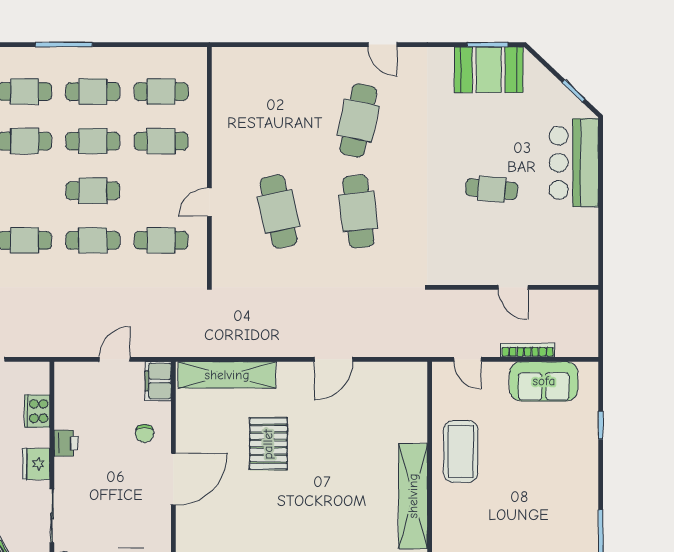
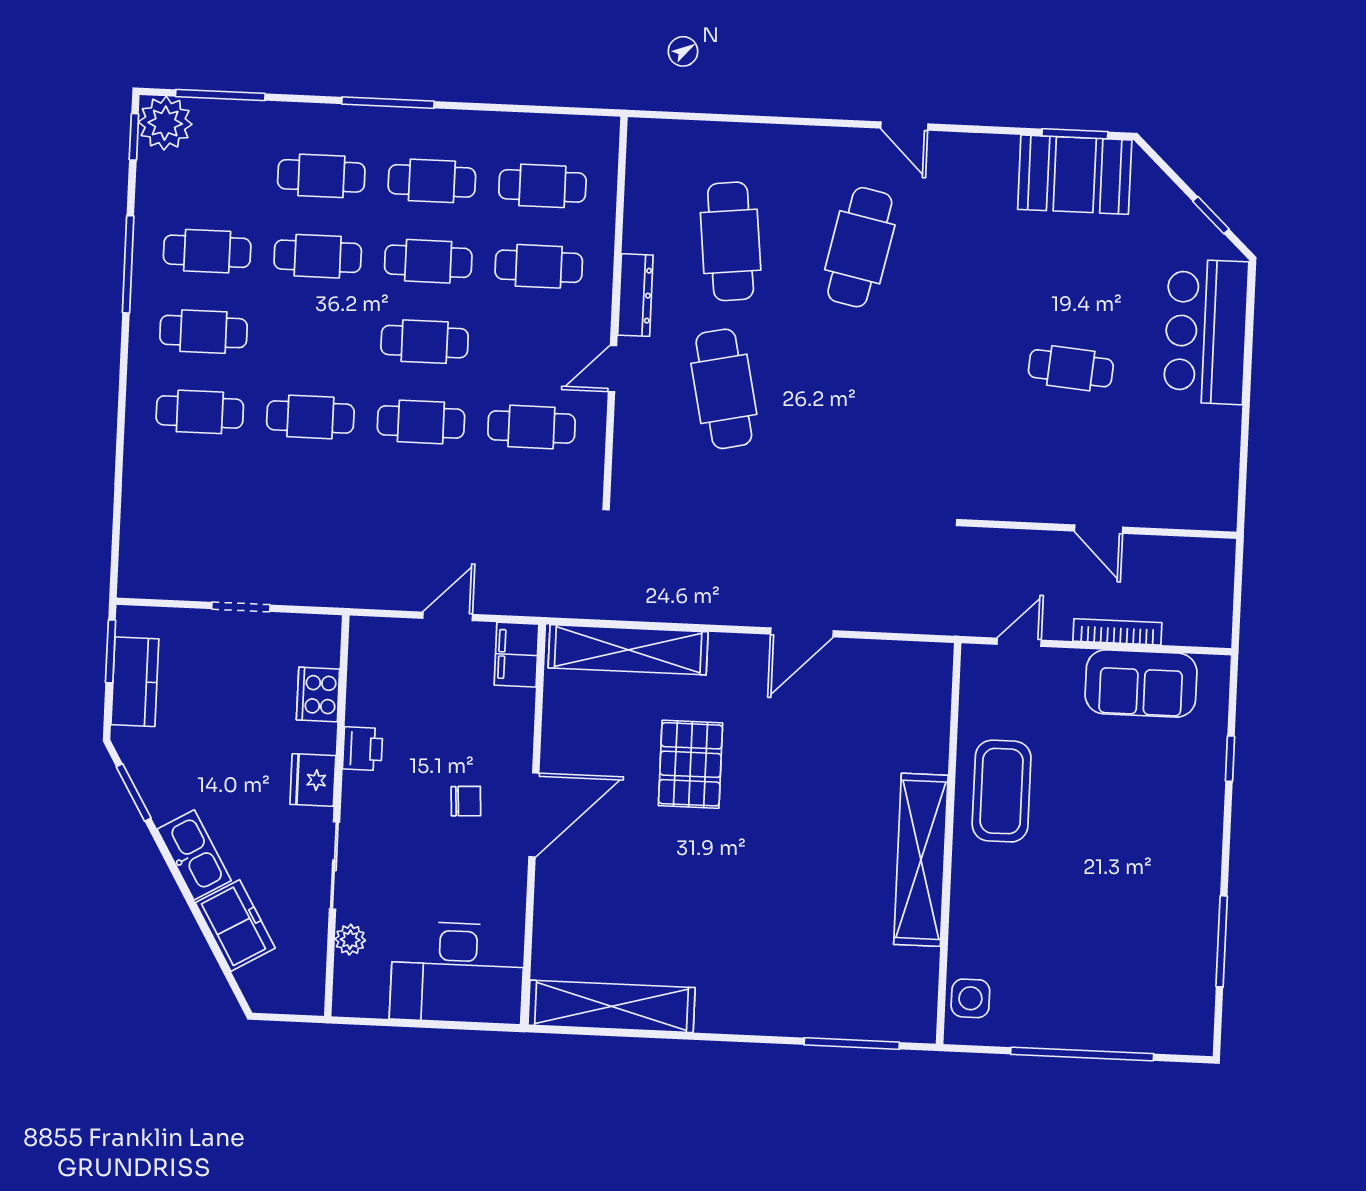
dresser: (221, 156) -> (635, 295), added
cafe table: (358, 211) -> (731, 241), moved
door: (467, 359) -> (1019, 642), swing flipped
chair: (145, 434) -> (466, 801), moved, turned -93

